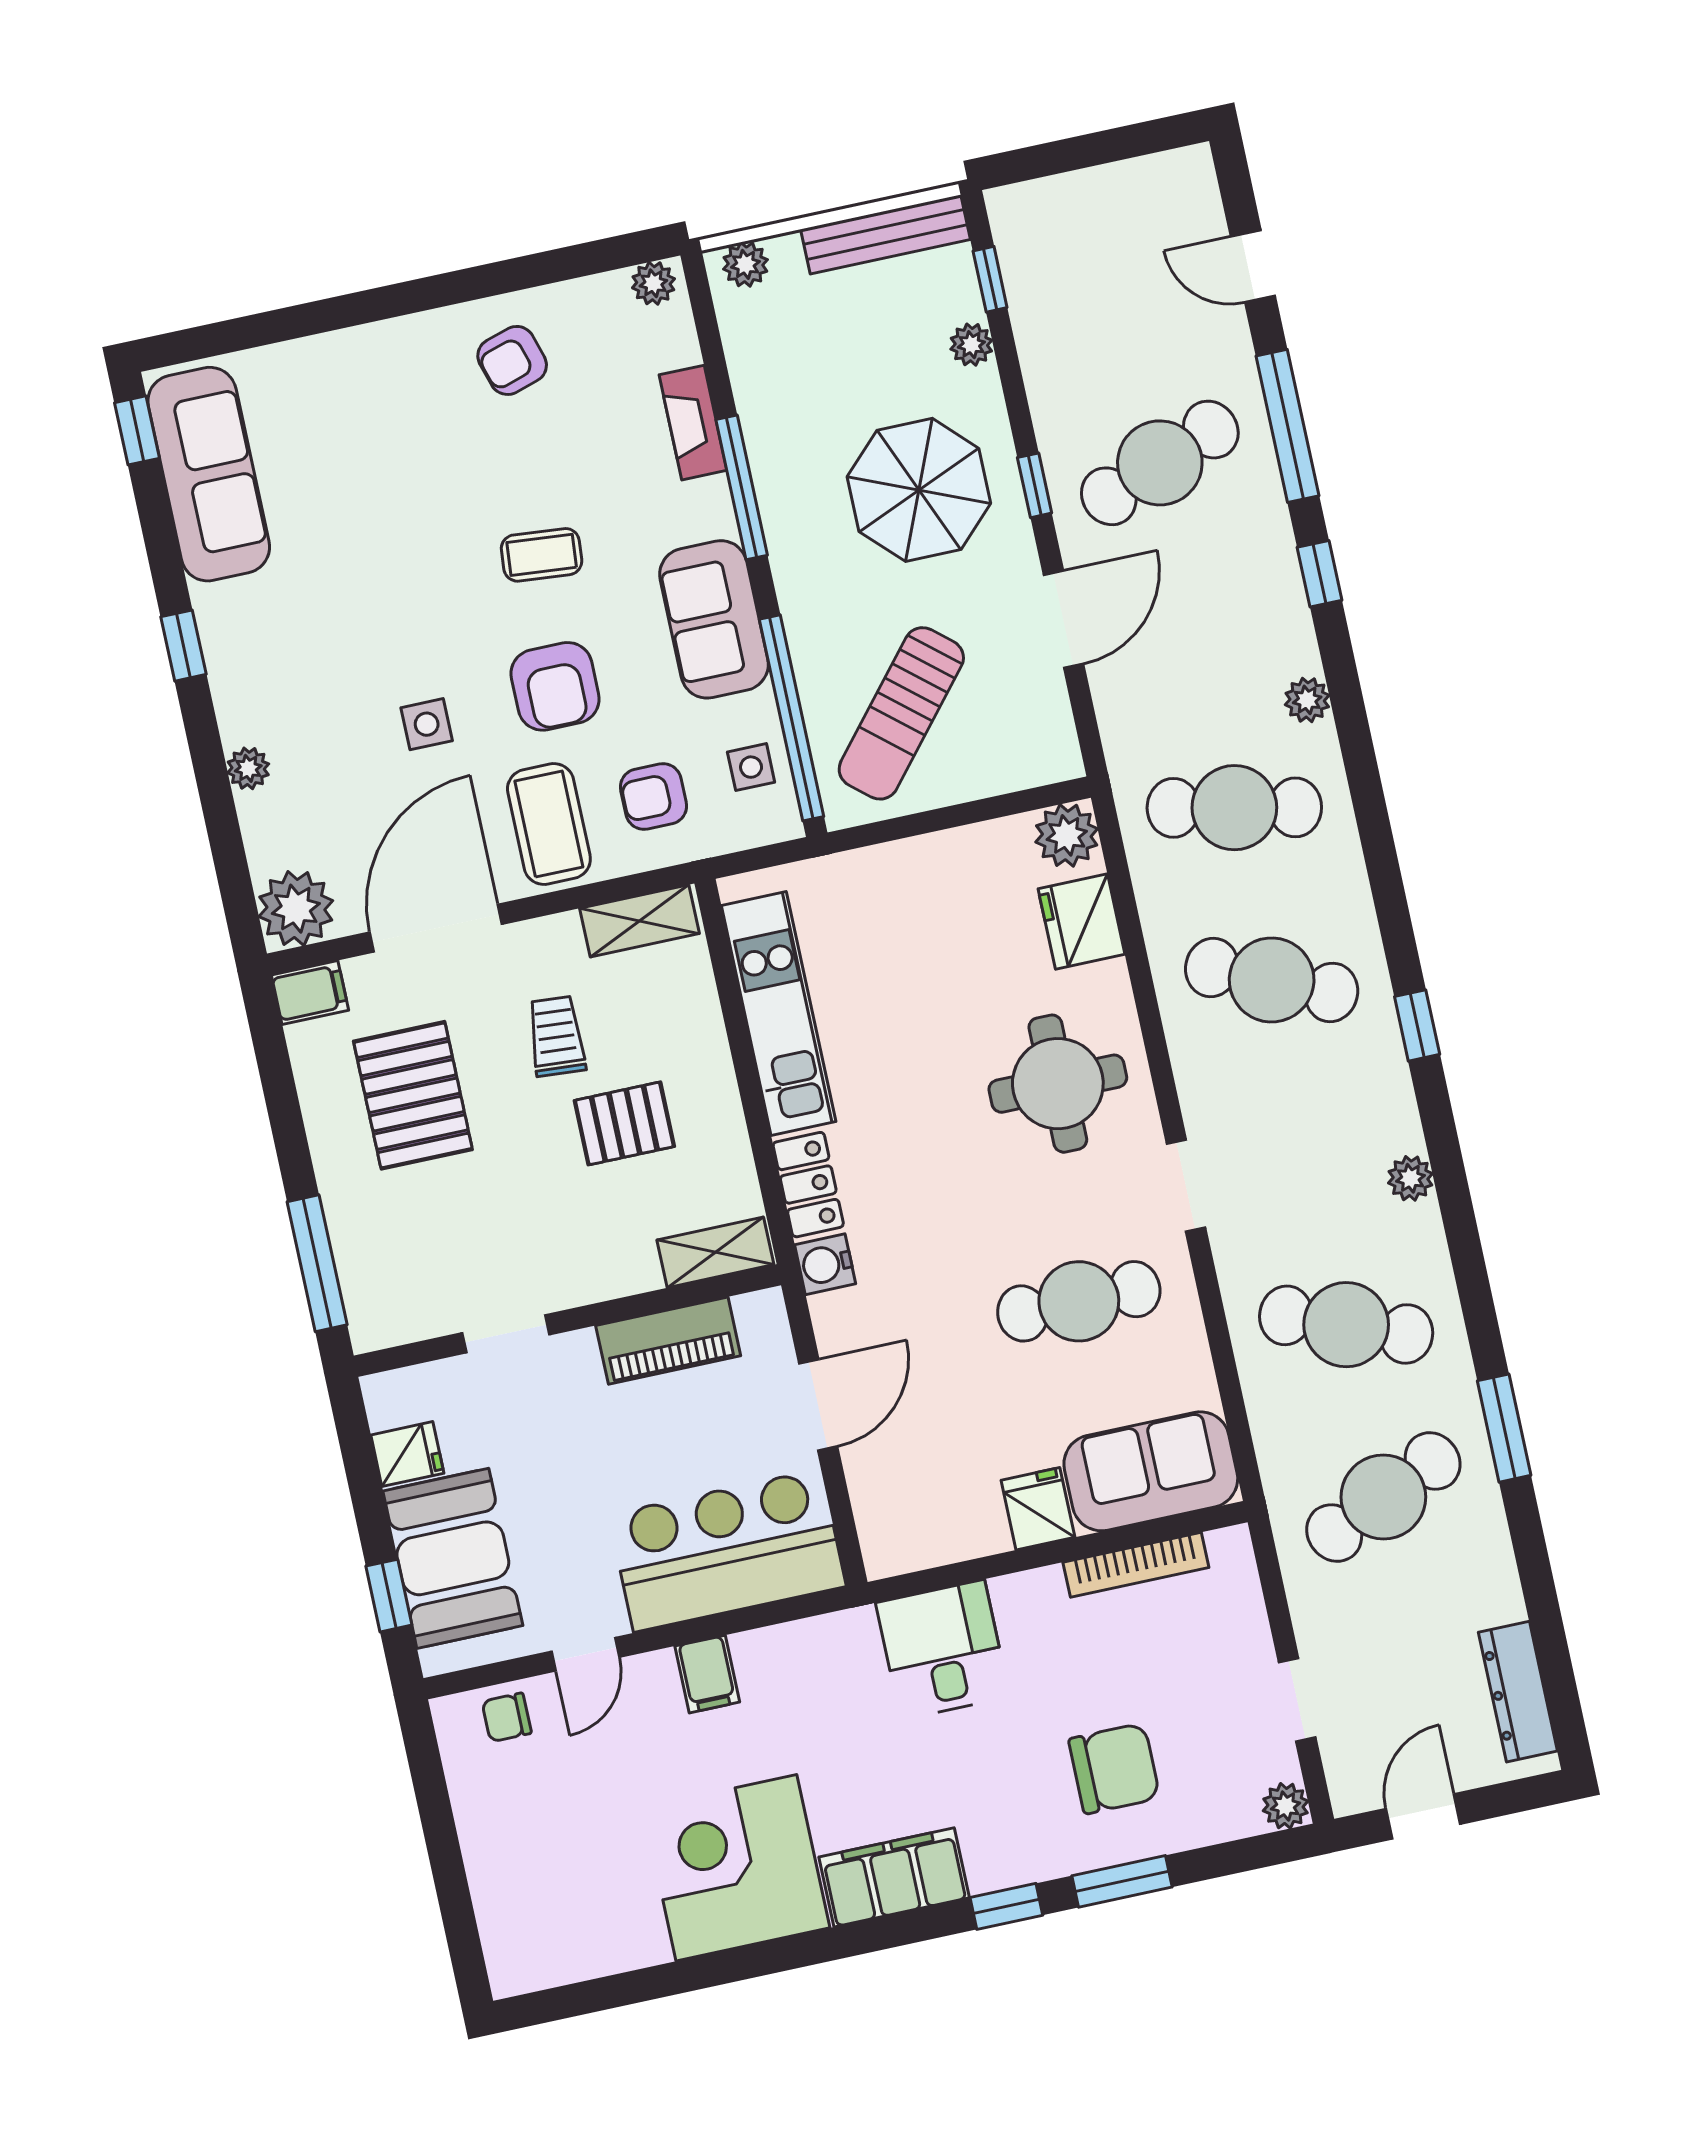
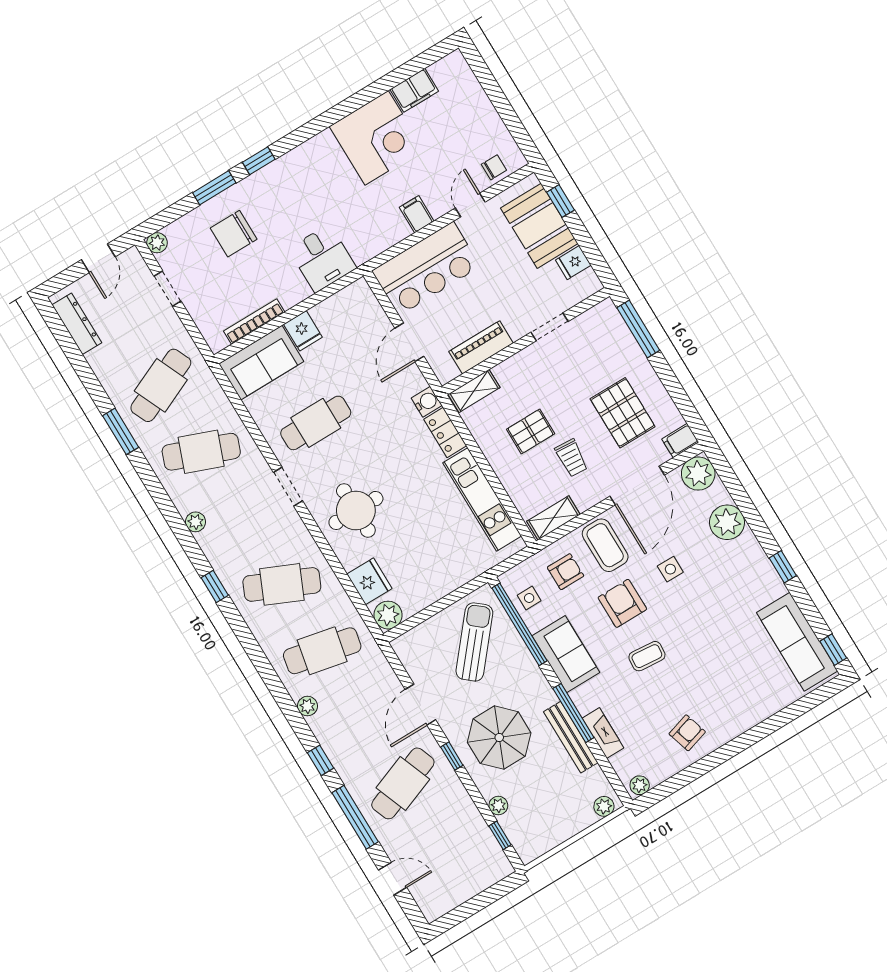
bench: (886, 234) -> (571, 737), moved, turned 90
plant: (248, 768) -> (727, 522), width x1.87, depth x1.87
filing cabinet: (894, 1877) -> (414, 90), moved, width x0.67, depth x0.86

